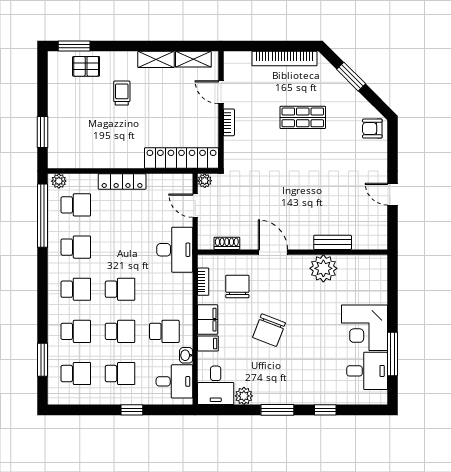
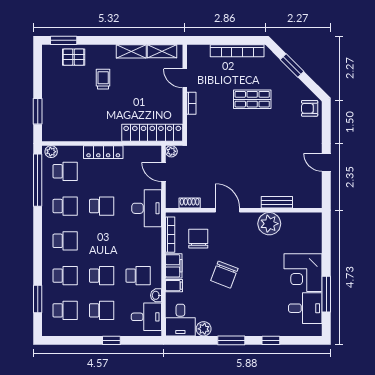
bookcase: (203, 282) -> (170, 235), width x1.56
school desk: (120, 289) -> (102, 206), moved

